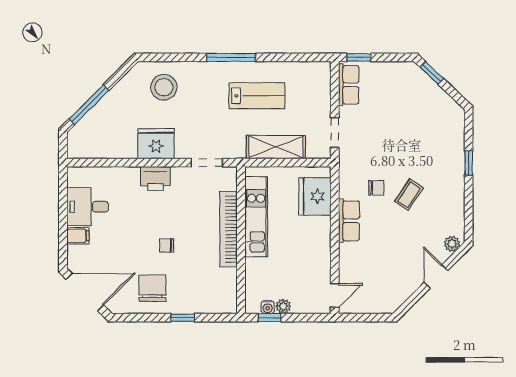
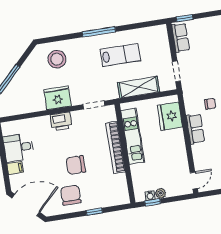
chair: (167, 245) -> (76, 165), width x1.87, depth x1.87

